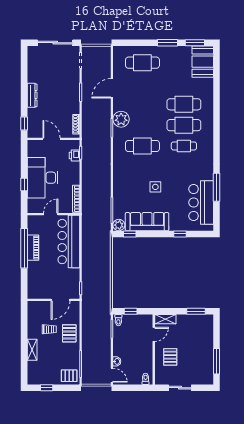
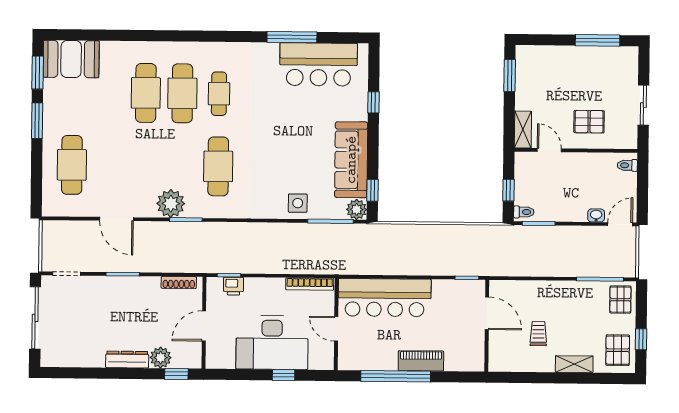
plant: (33, 114) -> (161, 358), added
side table: (155, 187) -> (298, 203), moved
piano: (33, 248) -> (421, 361), moved
pallet: (69, 333) -> (618, 350), moved, turned 90

